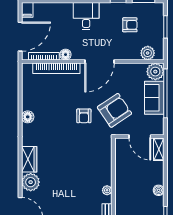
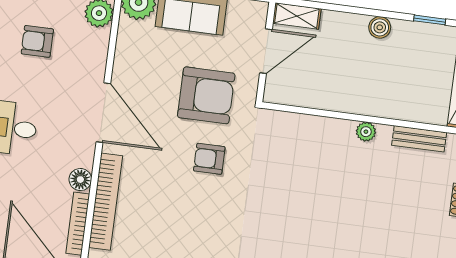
armchair: (130, 25) -> (37, 41), turned -90
armchair: (114, 110) -> (206, 95), turned 124
armchair: (84, 116) -> (209, 159), turned 180

